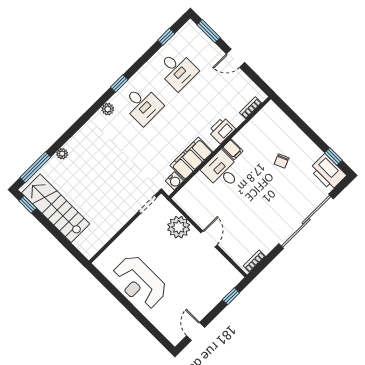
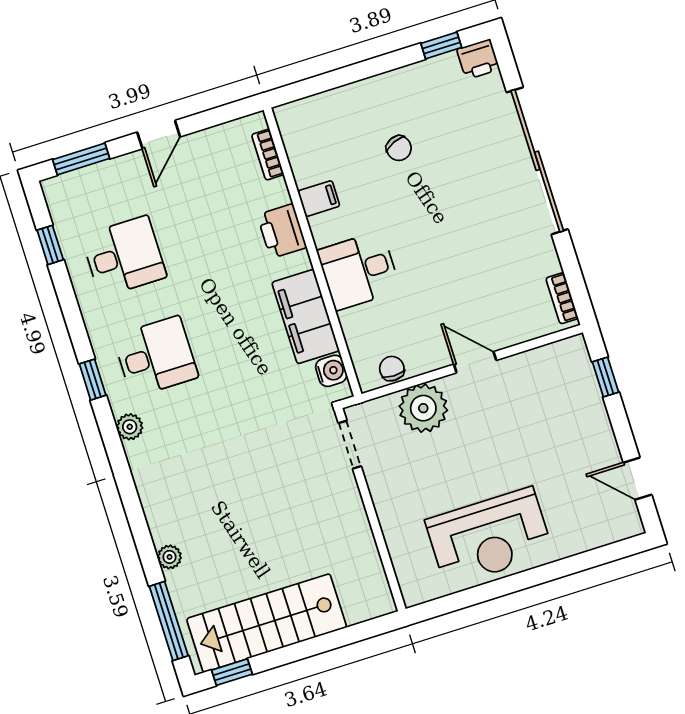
filing cabinet: (233, 149) -> (319, 199), moved
printer: (328, 172) -> (478, 59), width x0.53, depth x0.68
chair: (188, 206) -> (392, 369), added

